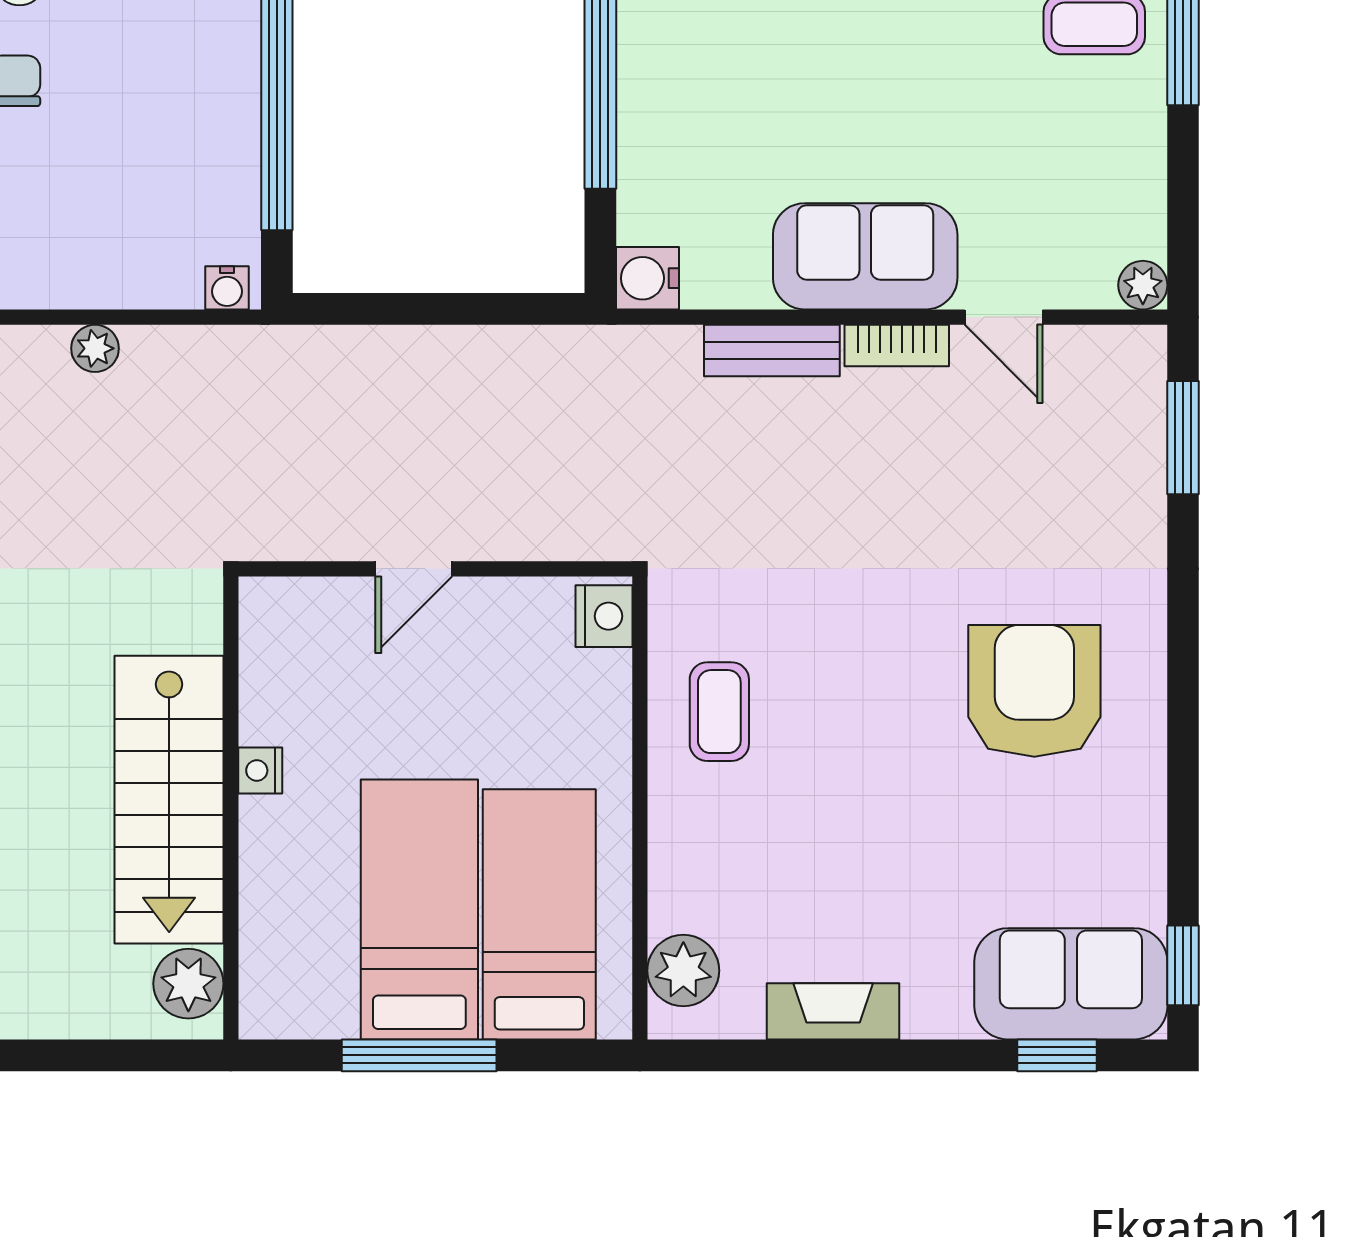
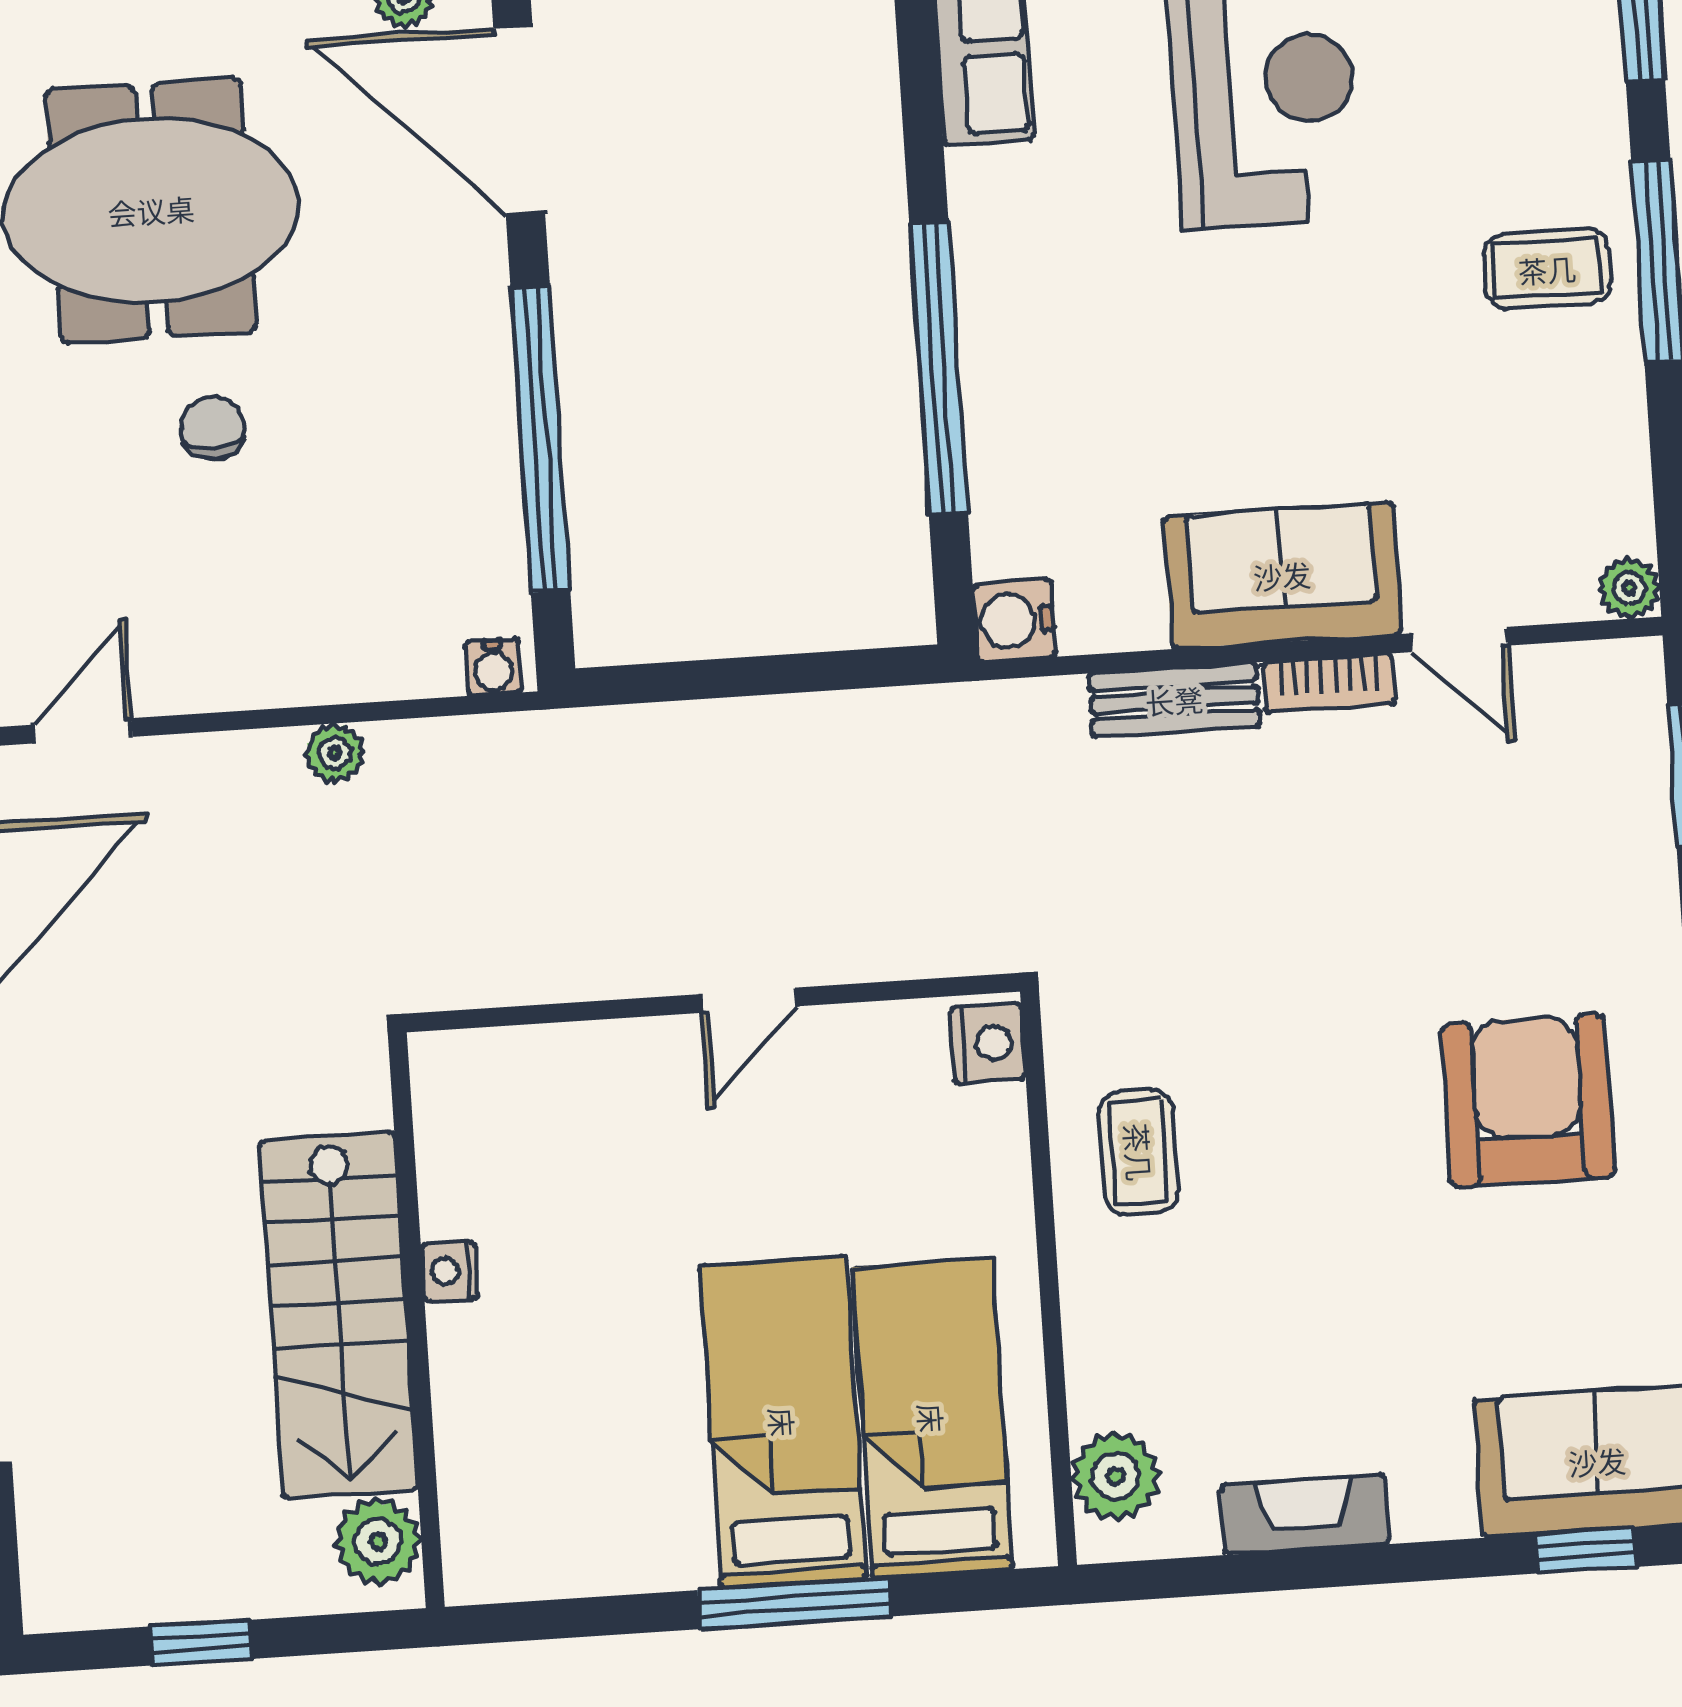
nightstand: (260, 771) -> (450, 1271), moved
stairs: (169, 800) -> (339, 1315), moved
wall: (231, 808) -> (416, 1320), moved
plant: (188, 984) -> (378, 1542), moved

